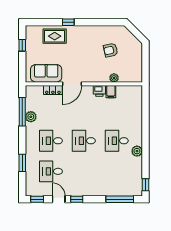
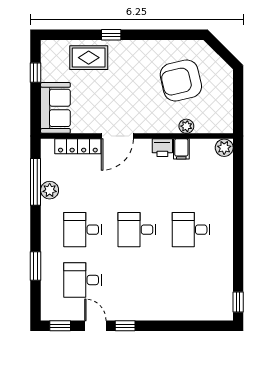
armchair: (111, 50) -> (181, 81), width x1.88, depth x1.88
sofa: (46, 73) -> (55, 108), moved, turned 90
locker: (53, 90) -> (78, 146), width x1.53
plant: (137, 151) -> (224, 148), moved
window: (120, 199) -> (196, 326), removed

